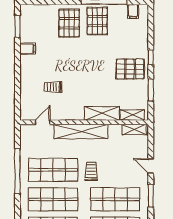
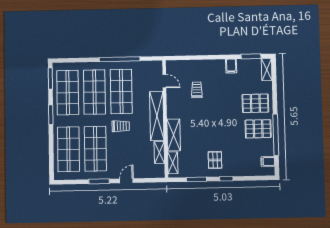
shelving: (32, 10) -> (267, 70), added
pallet: (130, 69) -> (215, 160), width x0.67, depth x0.71
shelving: (134, 129) -> (159, 152), moved

